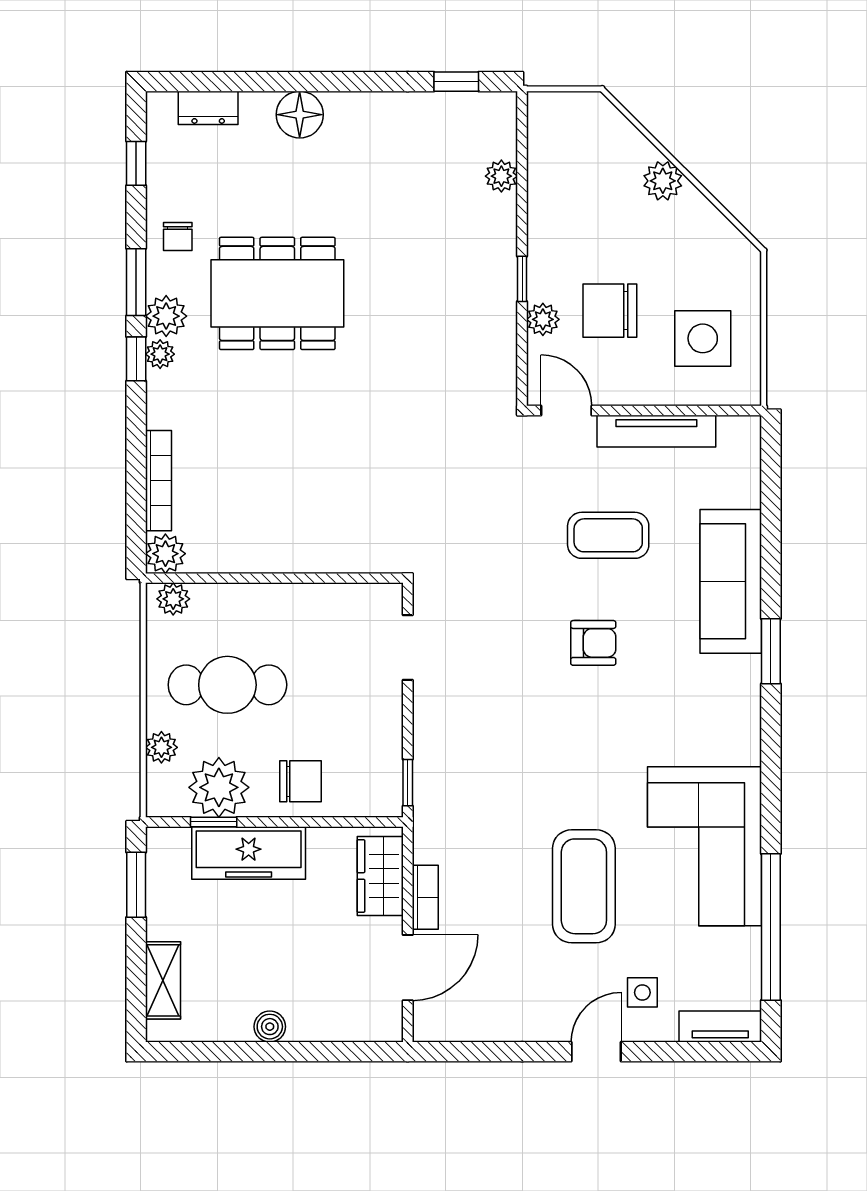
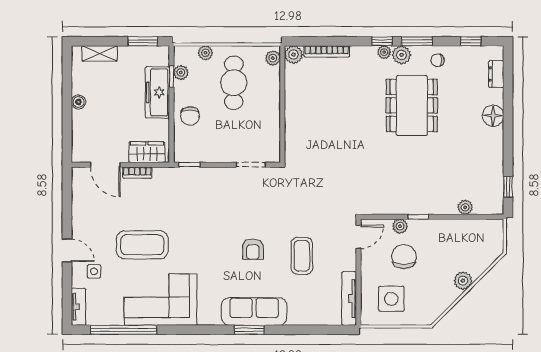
tv unit: (656, 431) -> (349, 299), moved
sofa: (731, 581) -> (254, 312), moved
plant: (219, 787) -> (181, 73), width x0.53, depth x0.53

